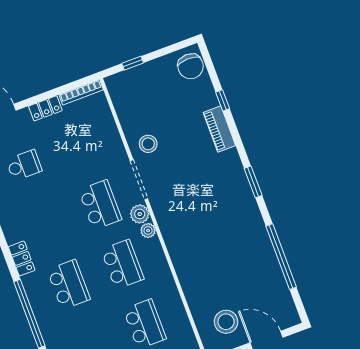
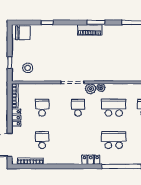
piano: (219, 129) -> (90, 30), moved
stool: (148, 144) -> (28, 68), moved
school desk: (78, 145) -> (42, 108), added
school desk: (100, 205) -> (78, 108), width x0.54

